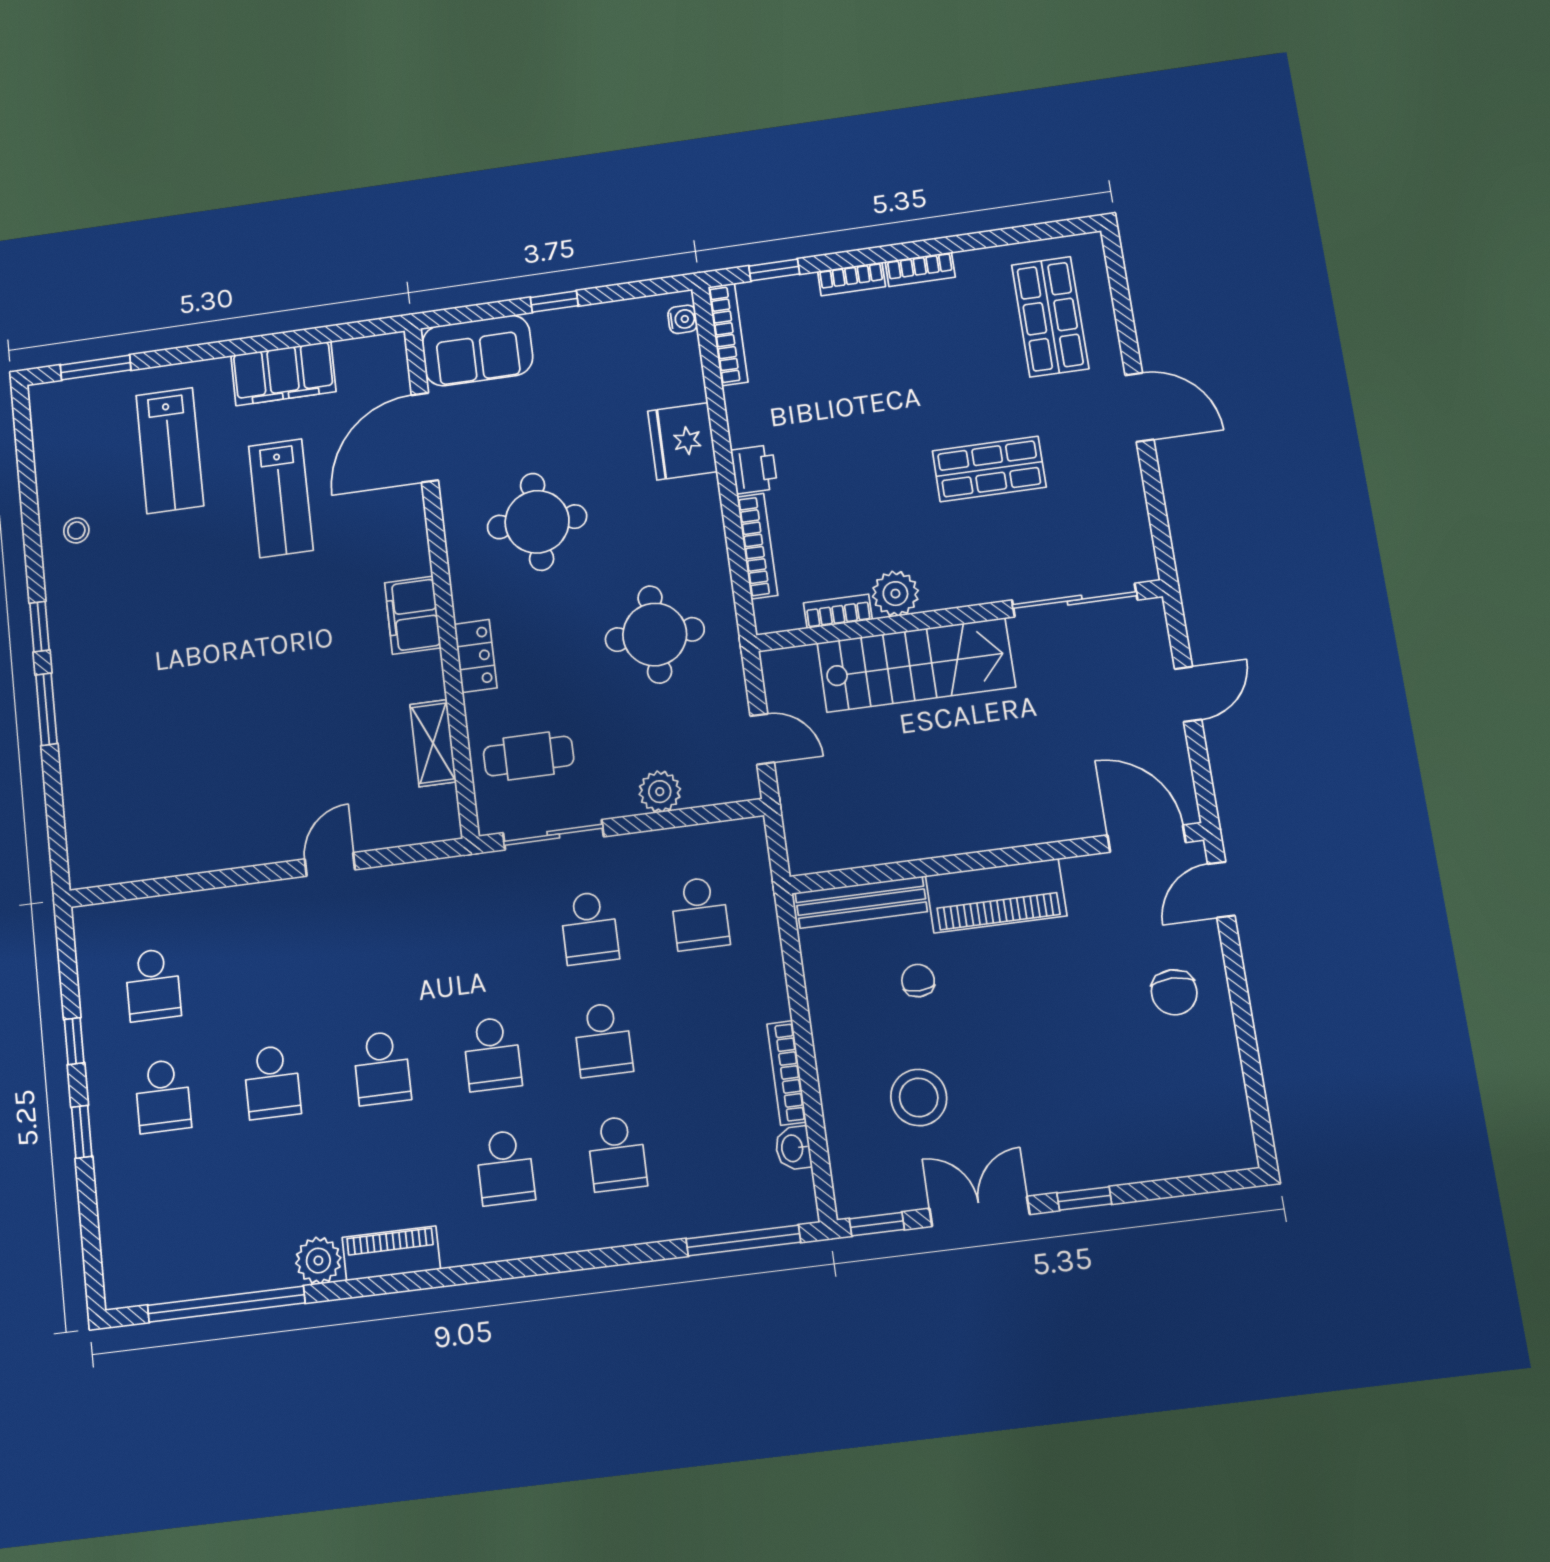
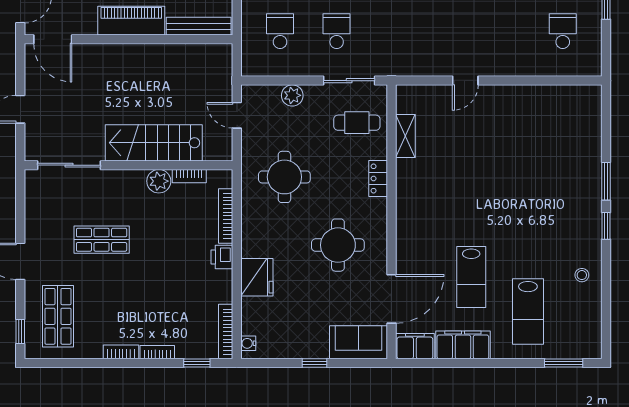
window: (1118, 279) -> (20, 331), added
lab bench: (170, 450) -> (528, 311), turned 180
lab bench: (281, 498) -> (471, 277), turned 180
filing cabinet: (413, 615) -> (415, 346), moved, turned -90

